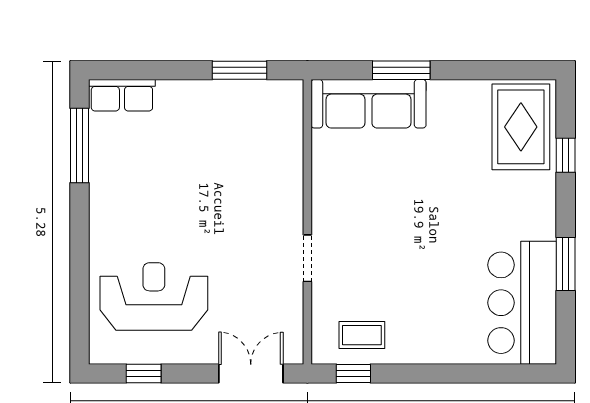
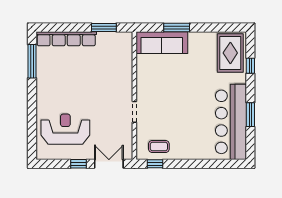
row of seats: (122, 95) -> (66, 39), width x2.02
bar counter: (522, 303) -> (231, 122), width x1.36
window: (144, 373) -> (79, 164), moved

